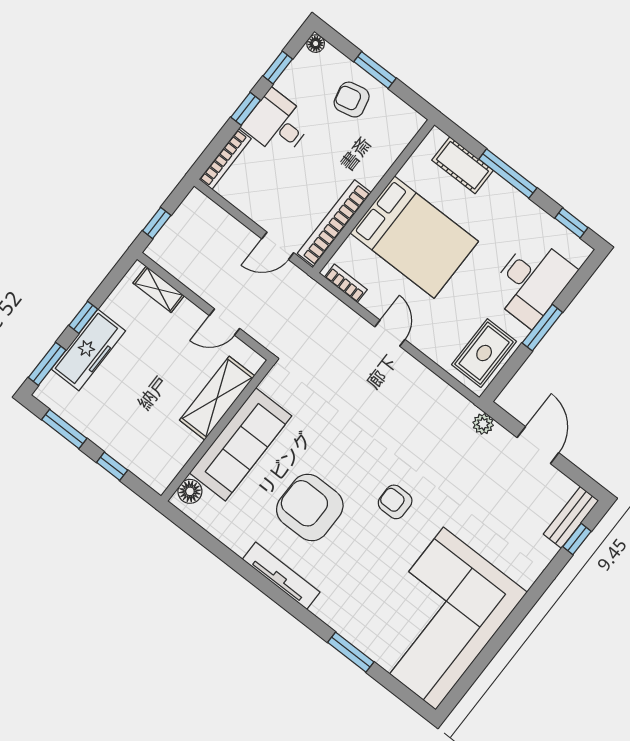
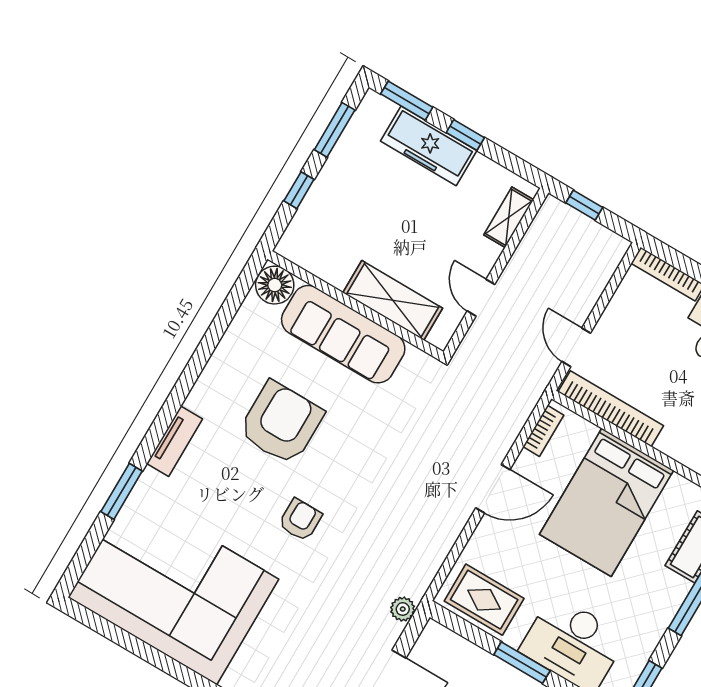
door: (390, 333) -> (493, 489), width x1.38
floor lamp: (190, 491) -> (275, 285), width x1.38, depth x1.38
tv unit: (281, 576) -> (175, 441), moved, width x0.71

